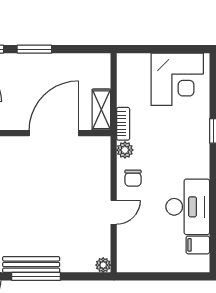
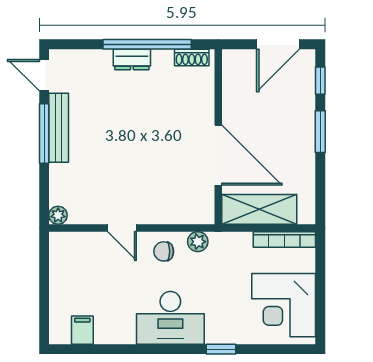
shelving: (101, 110) -> (259, 209), width x1.50, depth x1.33
bookcase: (123, 124) -> (284, 239), moved, width x1.56
desk: (188, 207) -> (170, 318), moved

